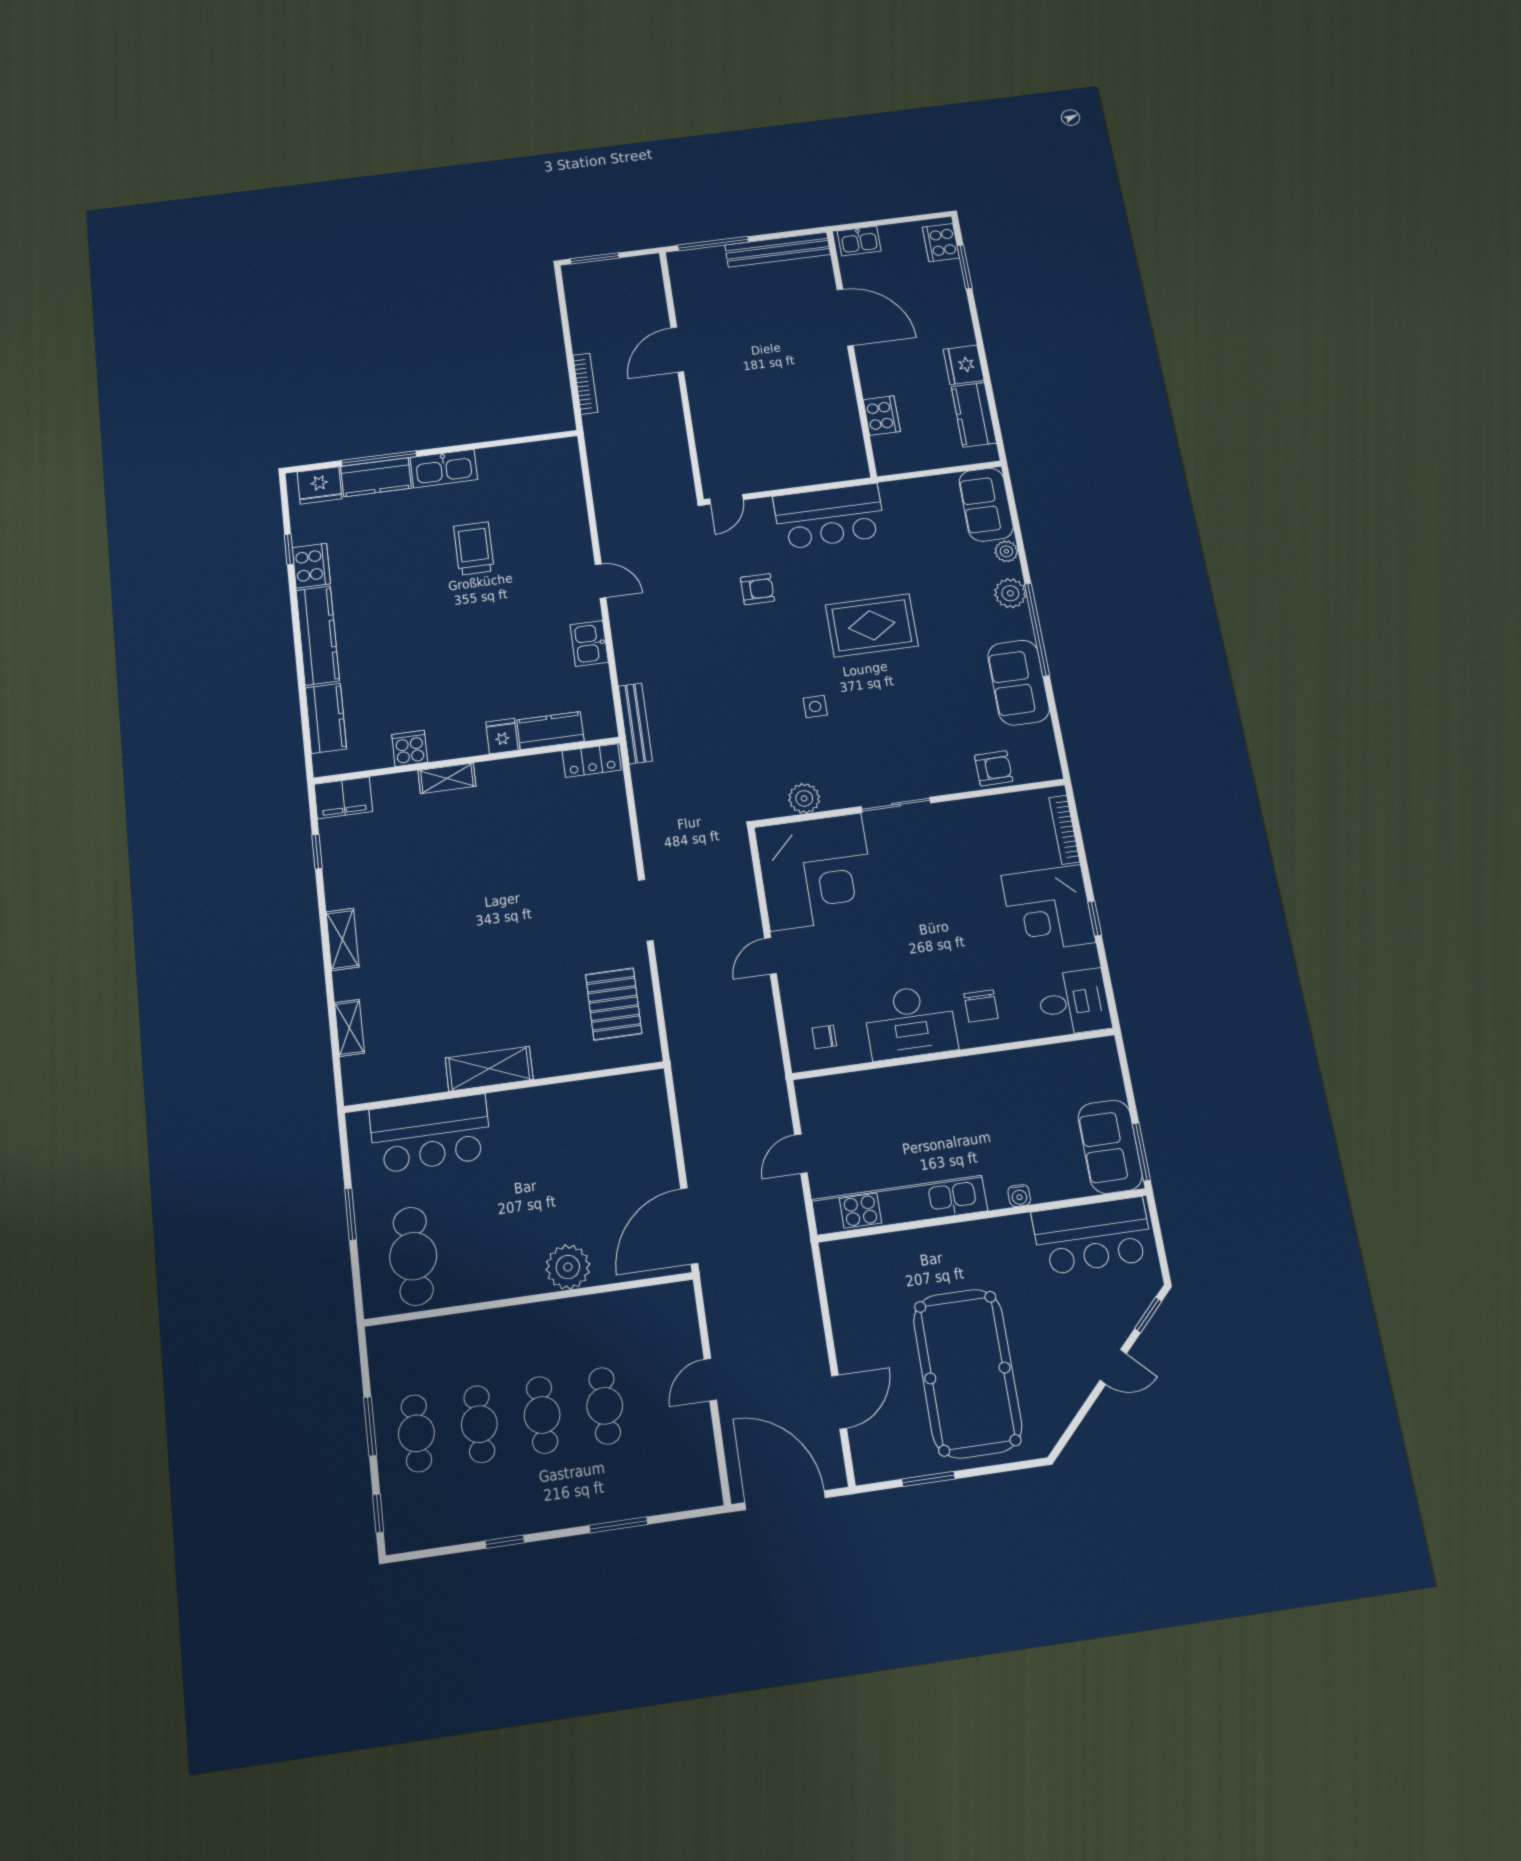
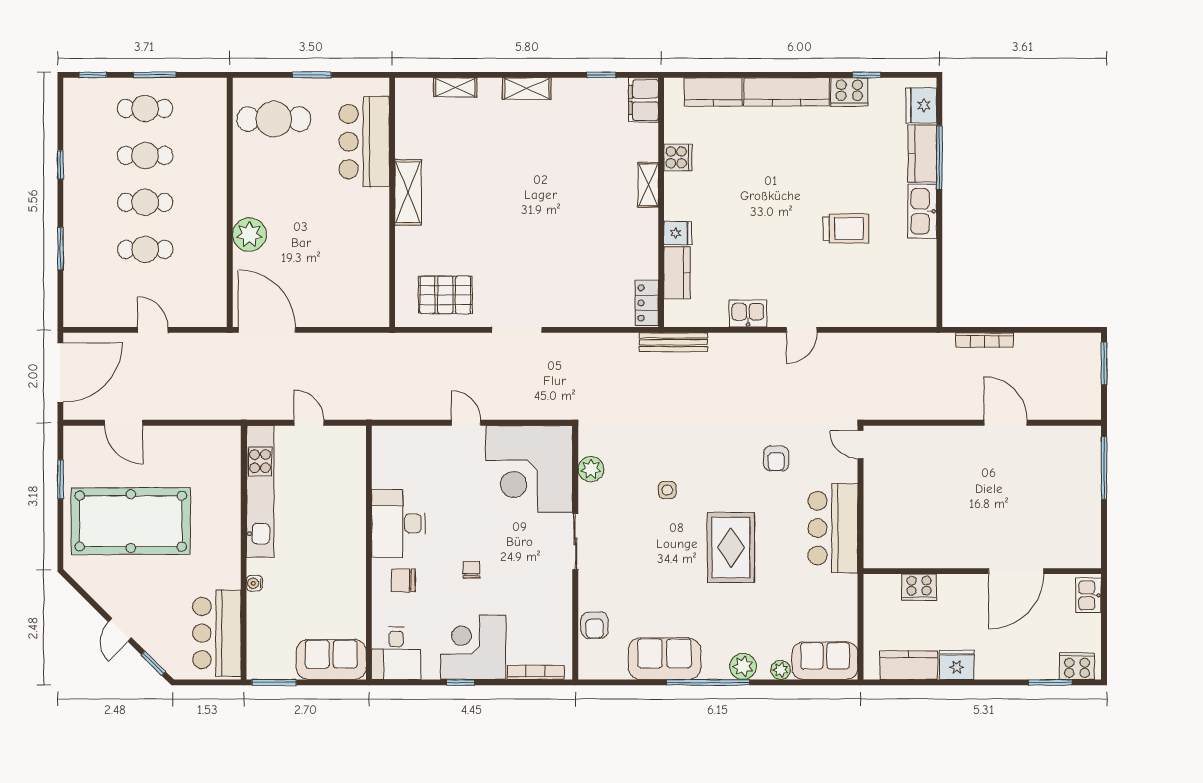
bench: (778, 250) -> (1090, 523), removed
chair: (824, 1037) -> (471, 570), moved
sofa: (1110, 1147) -> (331, 659), moved

